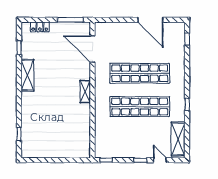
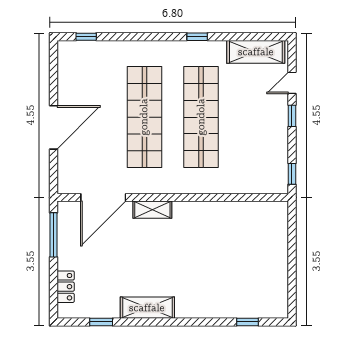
door: (150, 20) -> (54, 127), moved
shelving: (85, 92) -> (152, 210), moved

